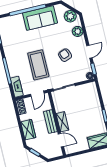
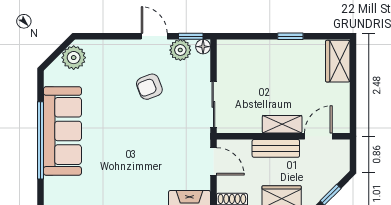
sofa: (40, 18) -> (62, 131), width x1.36
plant: (78, 31) -> (180, 50), moved
coffee table: (38, 65) -> (156, 145), removed

